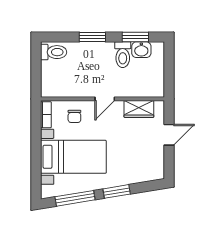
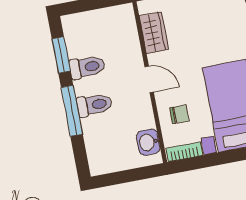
window: (92, 37) -> (72, 111), width x1.44
washbasin: (141, 50) -> (148, 142), moved, turned 180
toilet: (54, 52) -> (94, 105), moved, turned 90

